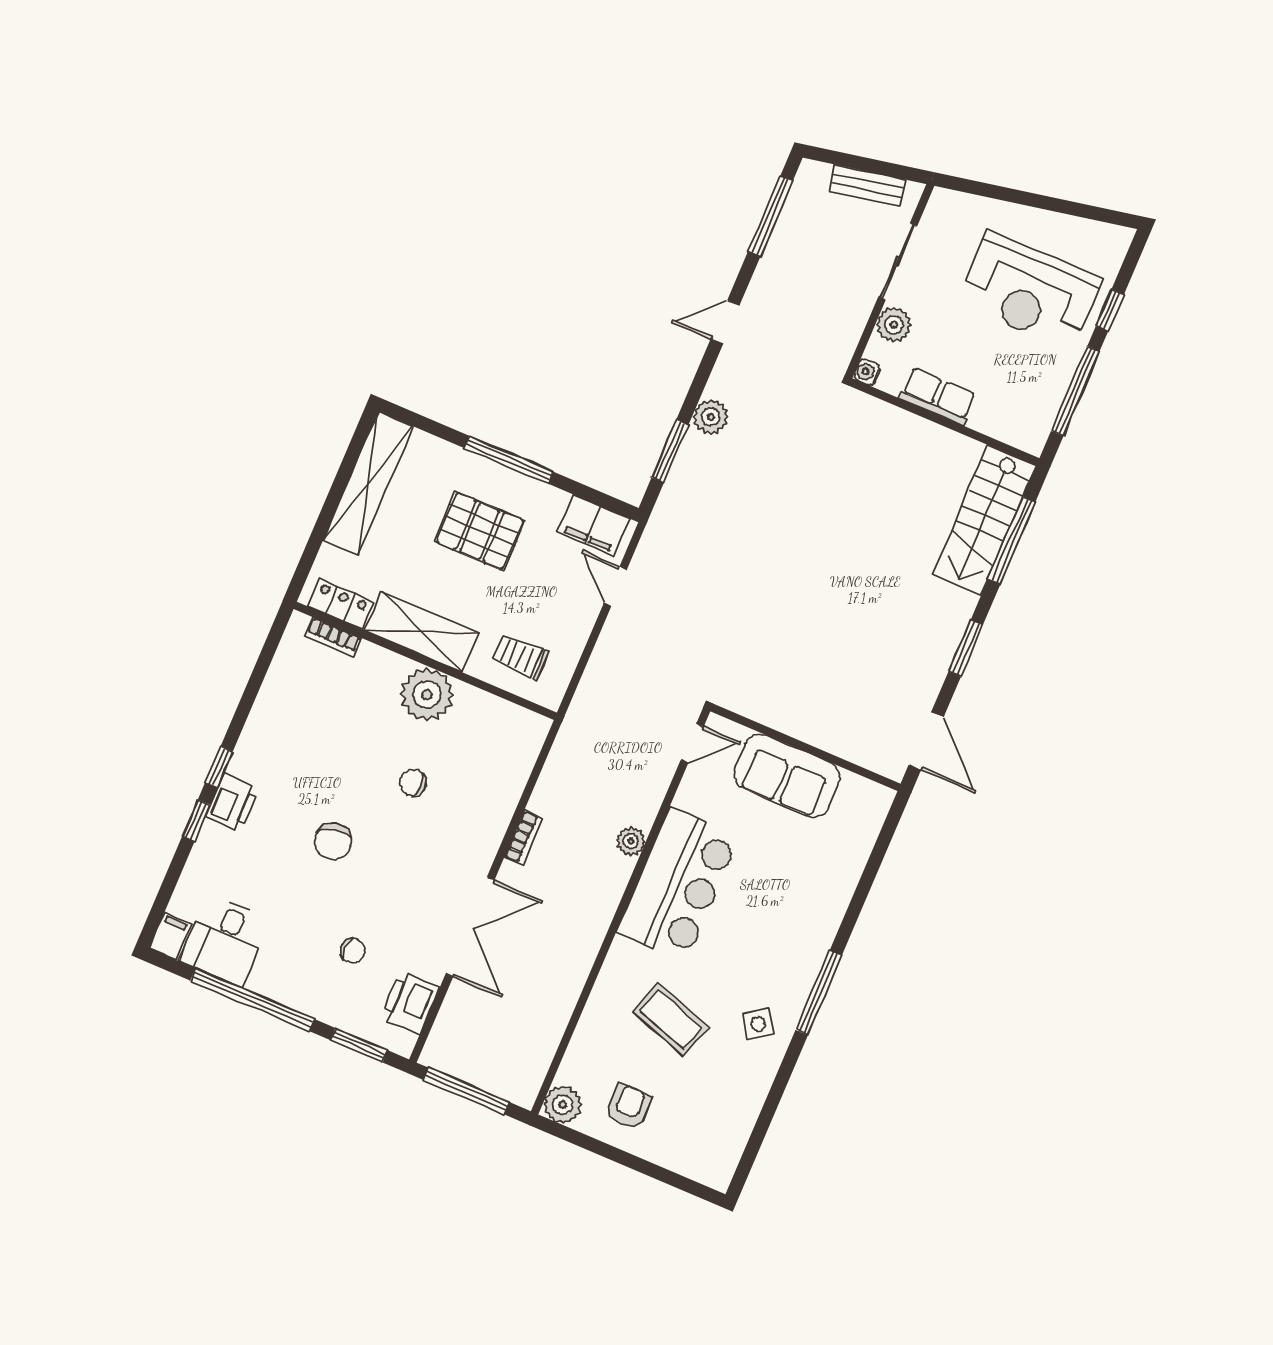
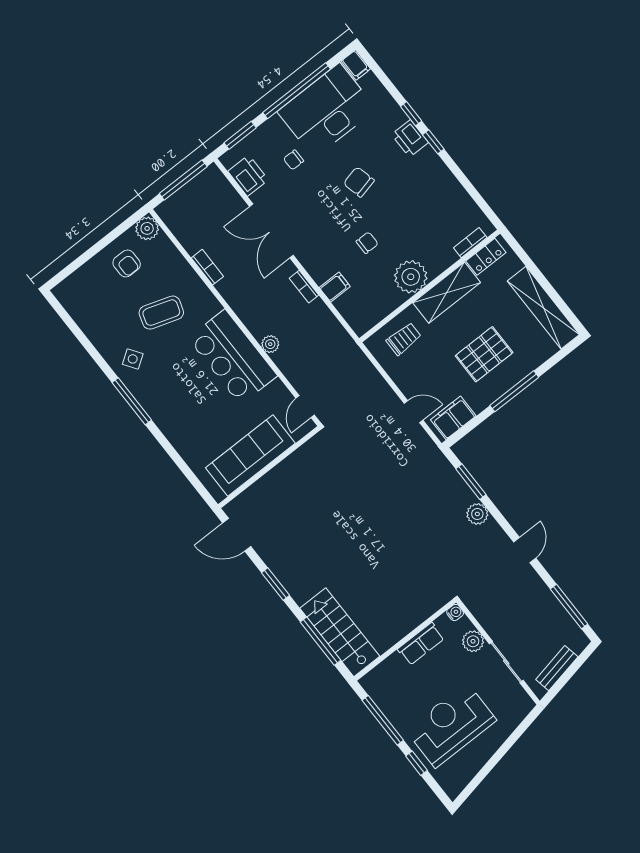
sofa: (787, 776) -> (250, 455), width x1.36
filing cabinet: (500, 794) -> (335, 287), added
desk: (225, 940) -> (327, 110), width x1.87, depth x1.30
bookcase: (571, 989) -> (207, 267), added

